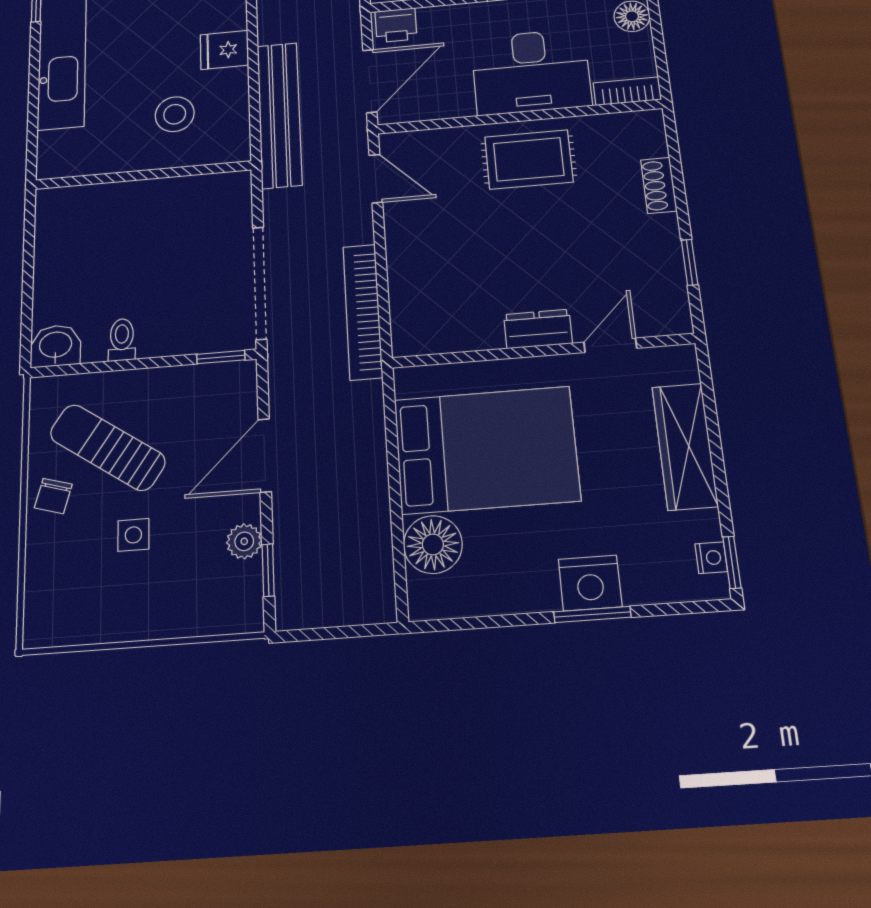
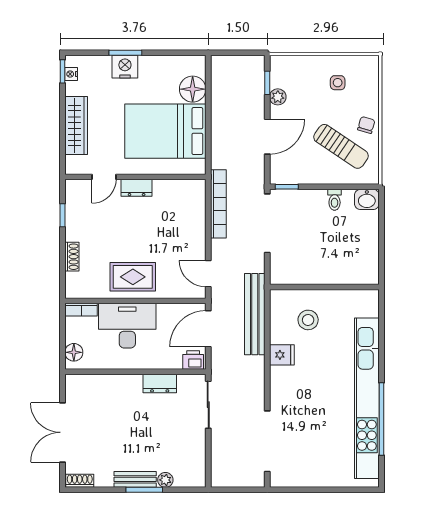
side table: (133, 535) -> (338, 83), moved

